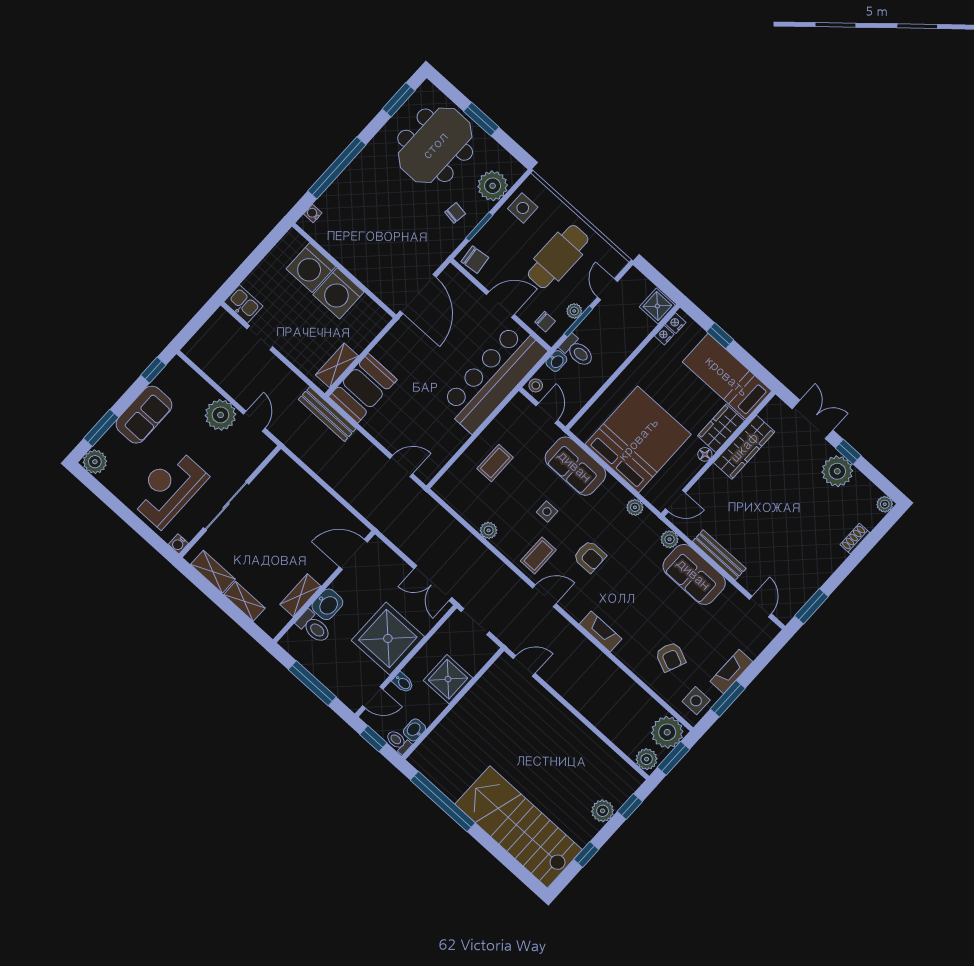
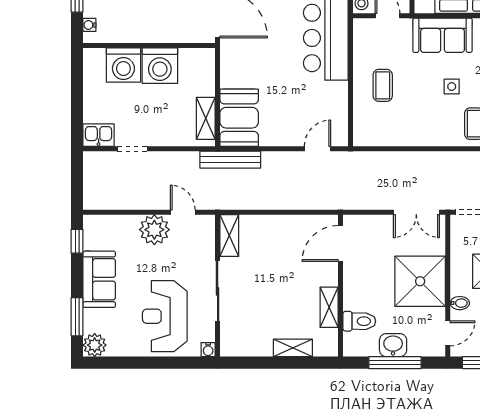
plant: (489, 530) -> (422, 138), removed
shelving: (213, 572) -> (229, 235), moved, turned 90
washbasin: (327, 604) -> (393, 345), moved, turned -90

